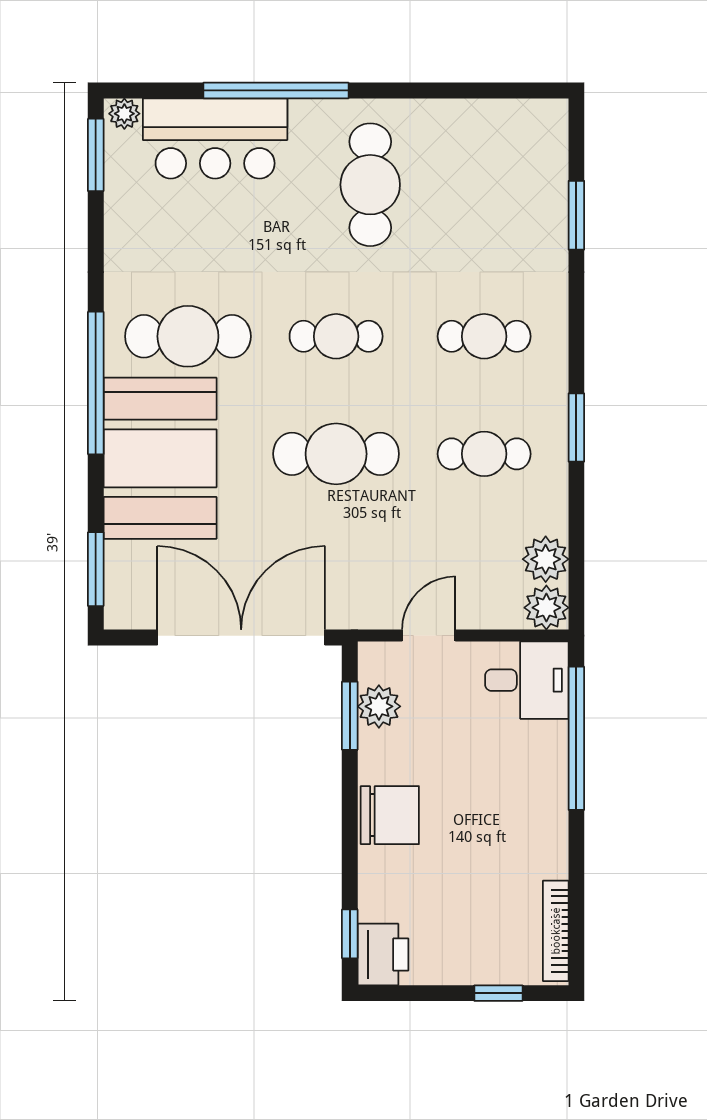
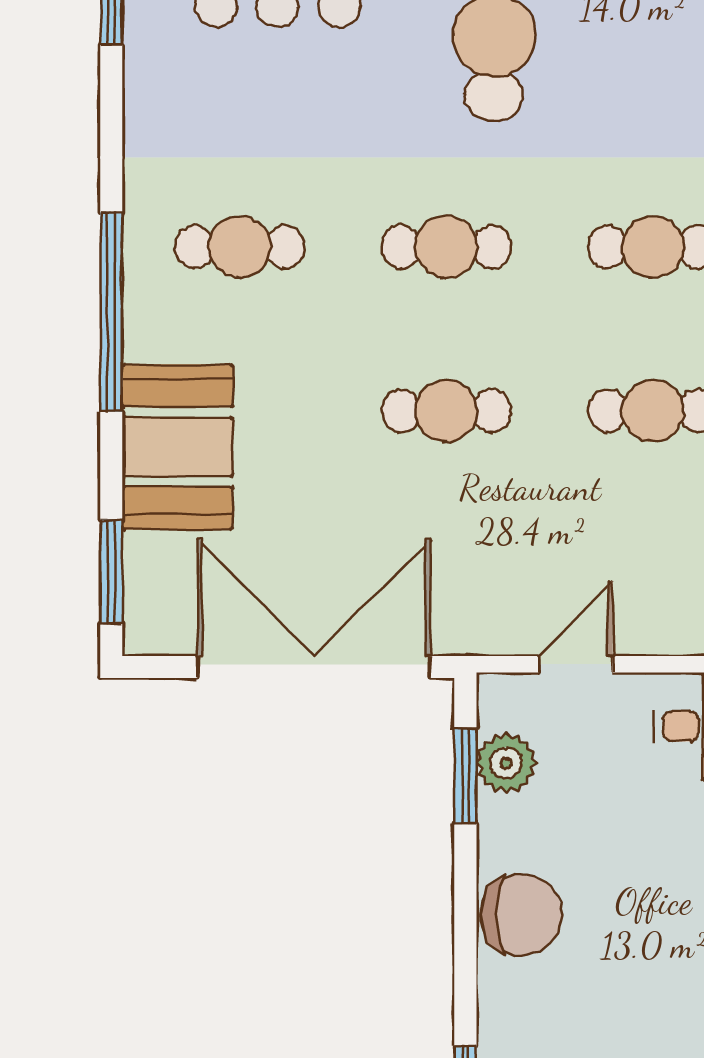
cafe table: (188, 336) -> (240, 247), width x0.73, depth x0.74
cafe table: (336, 454) -> (446, 411), width x0.73, depth x0.74
booth: (160, 458) -> (177, 447), width x0.73, depth x0.70

